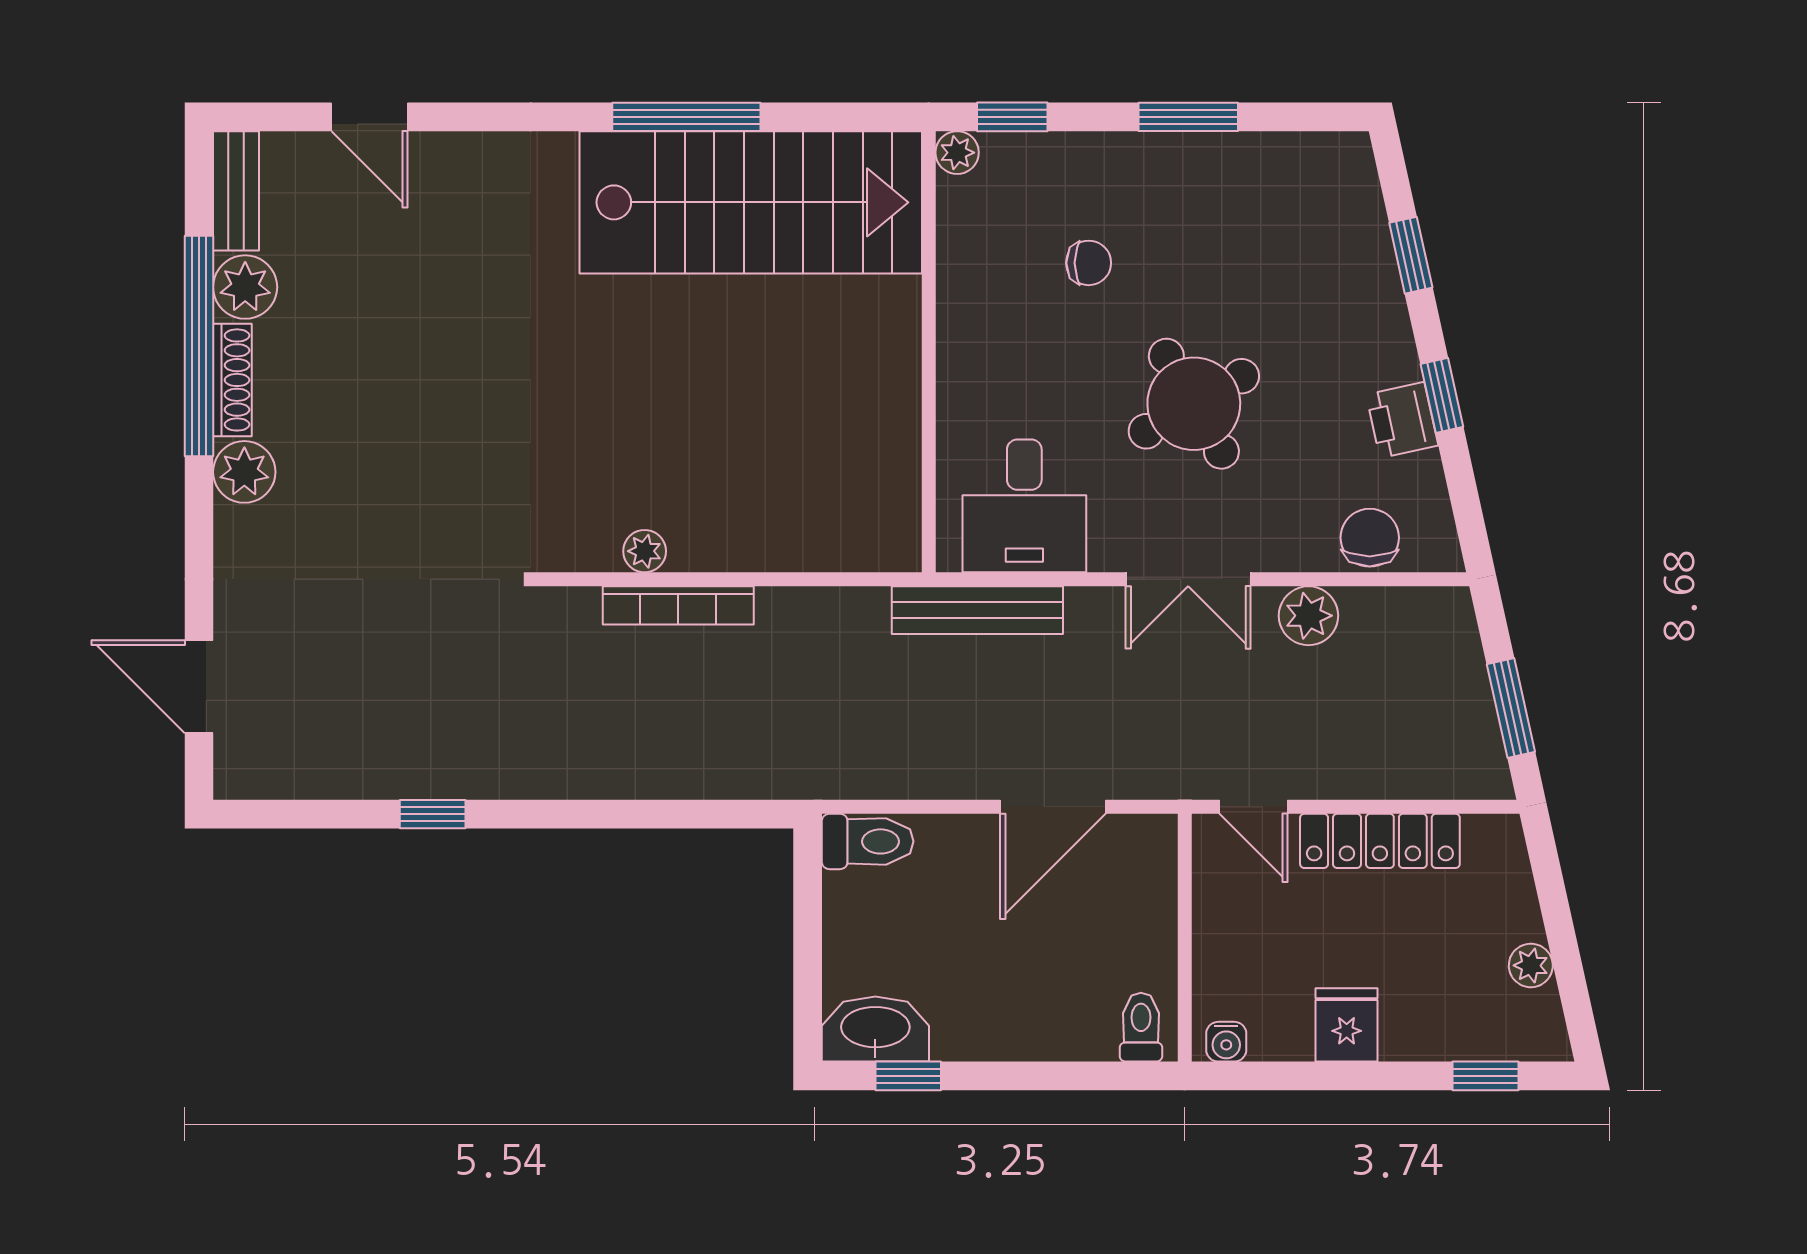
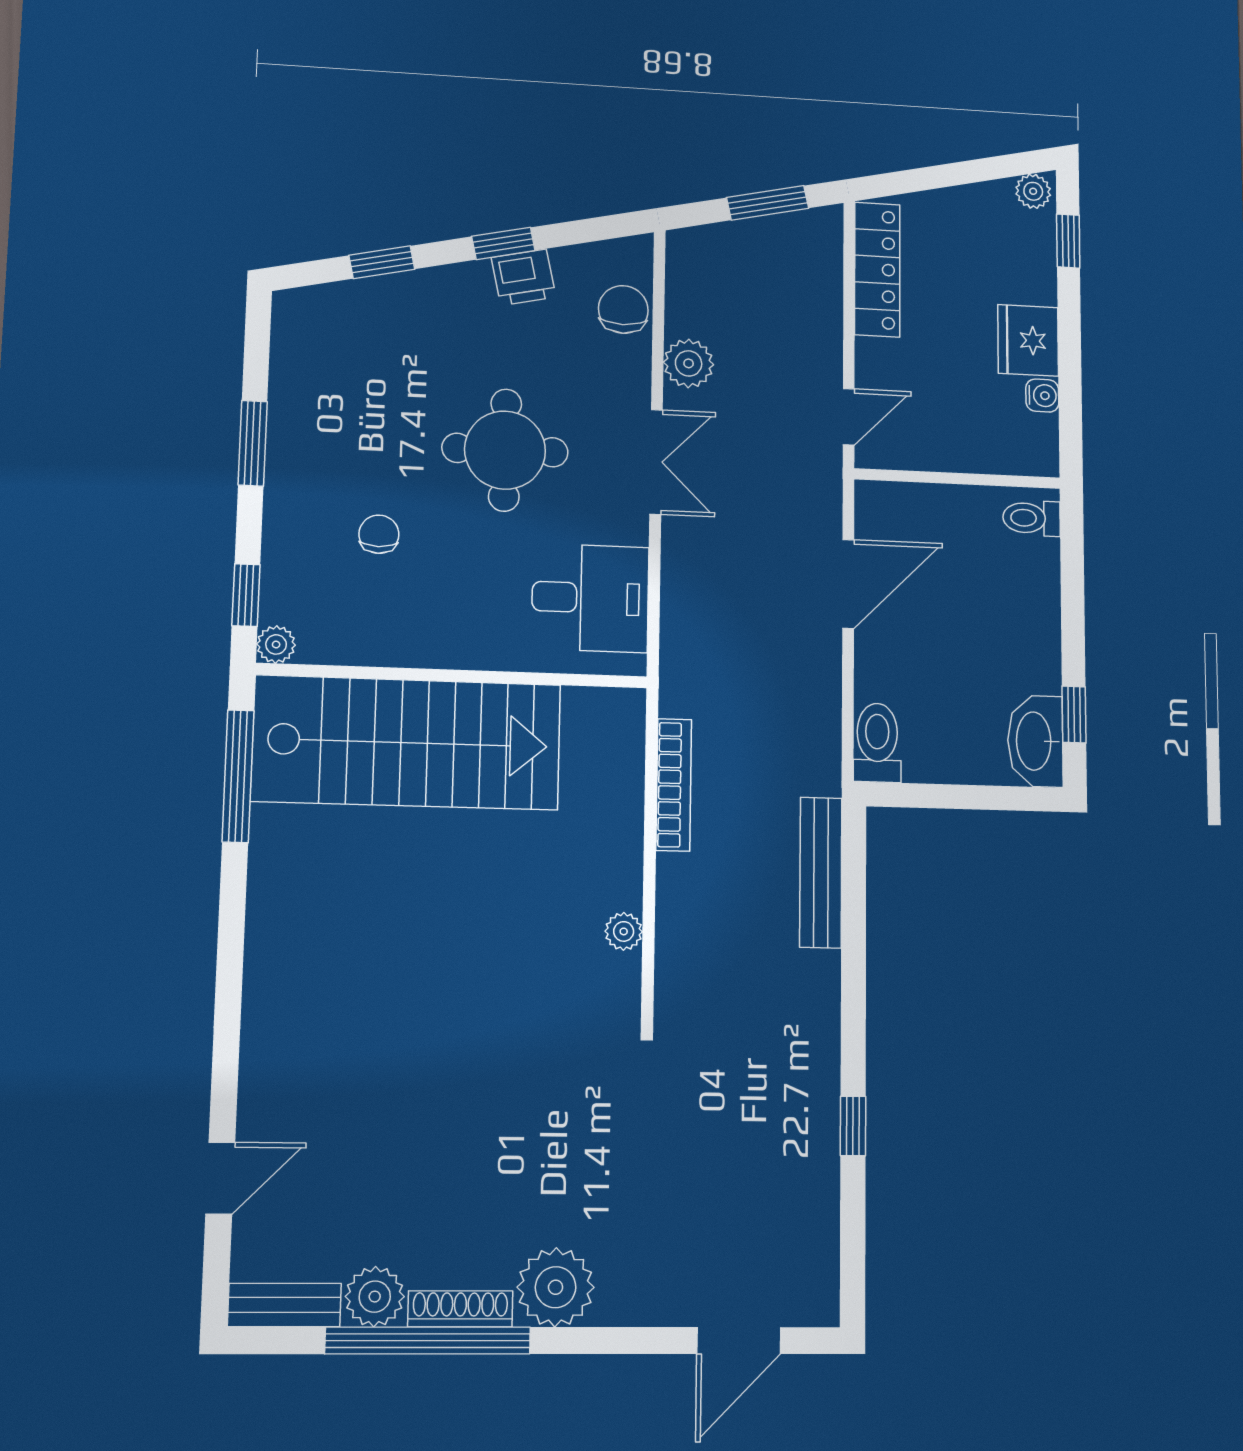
window: (686, 117) -> (238, 776), moved
stairs: (751, 202) -> (407, 743), moved, turned 90
round table: (1194, 404) -> (505, 450), turned 30
plant: (244, 472) -> (556, 1287), width x1.36, depth x1.36
chair: (1370, 538) -> (623, 309), turned 90
bookcase: (678, 605) -> (674, 785), moved
bench: (977, 610) -> (821, 872), moved
door: (1053, 807) -> (848, 584), hinge flipped
locker: (1380, 841) -> (877, 270), moved
plant: (1531, 965) -> (1033, 191), moved
fridge: (1347, 1025) -> (1028, 340), width x1.38
water cooler: (1226, 1042) -> (1042, 396), moved

